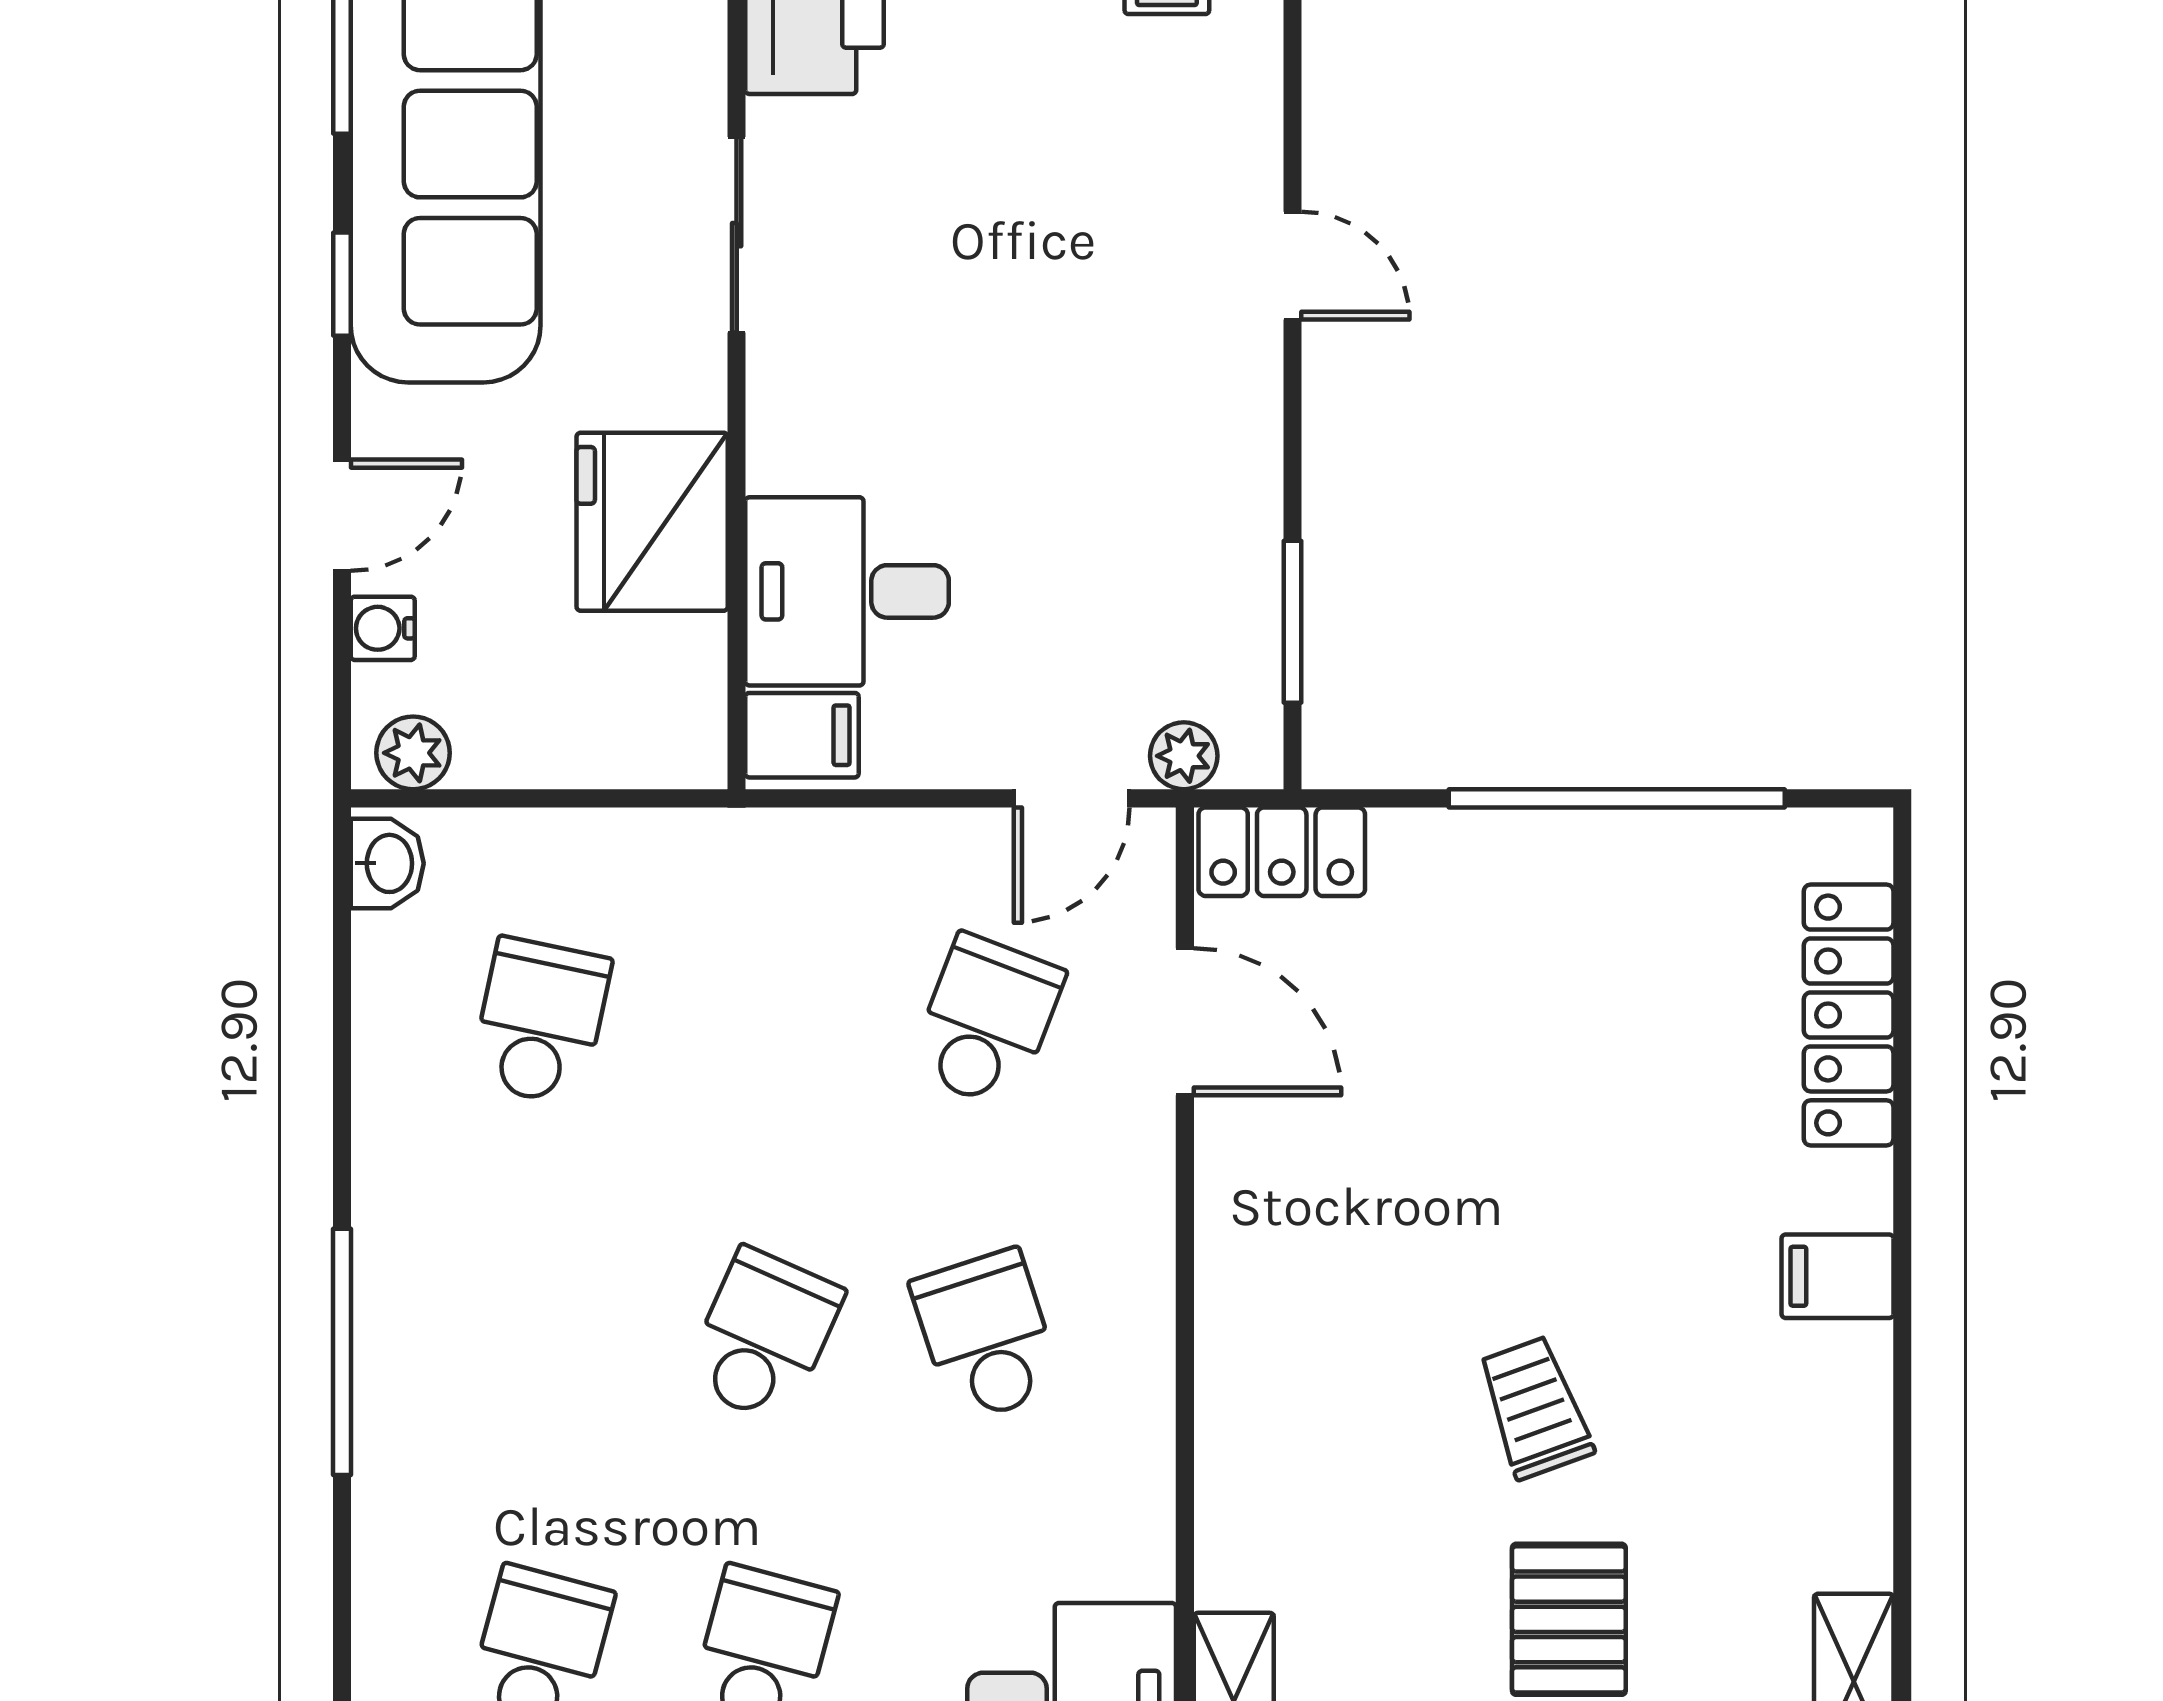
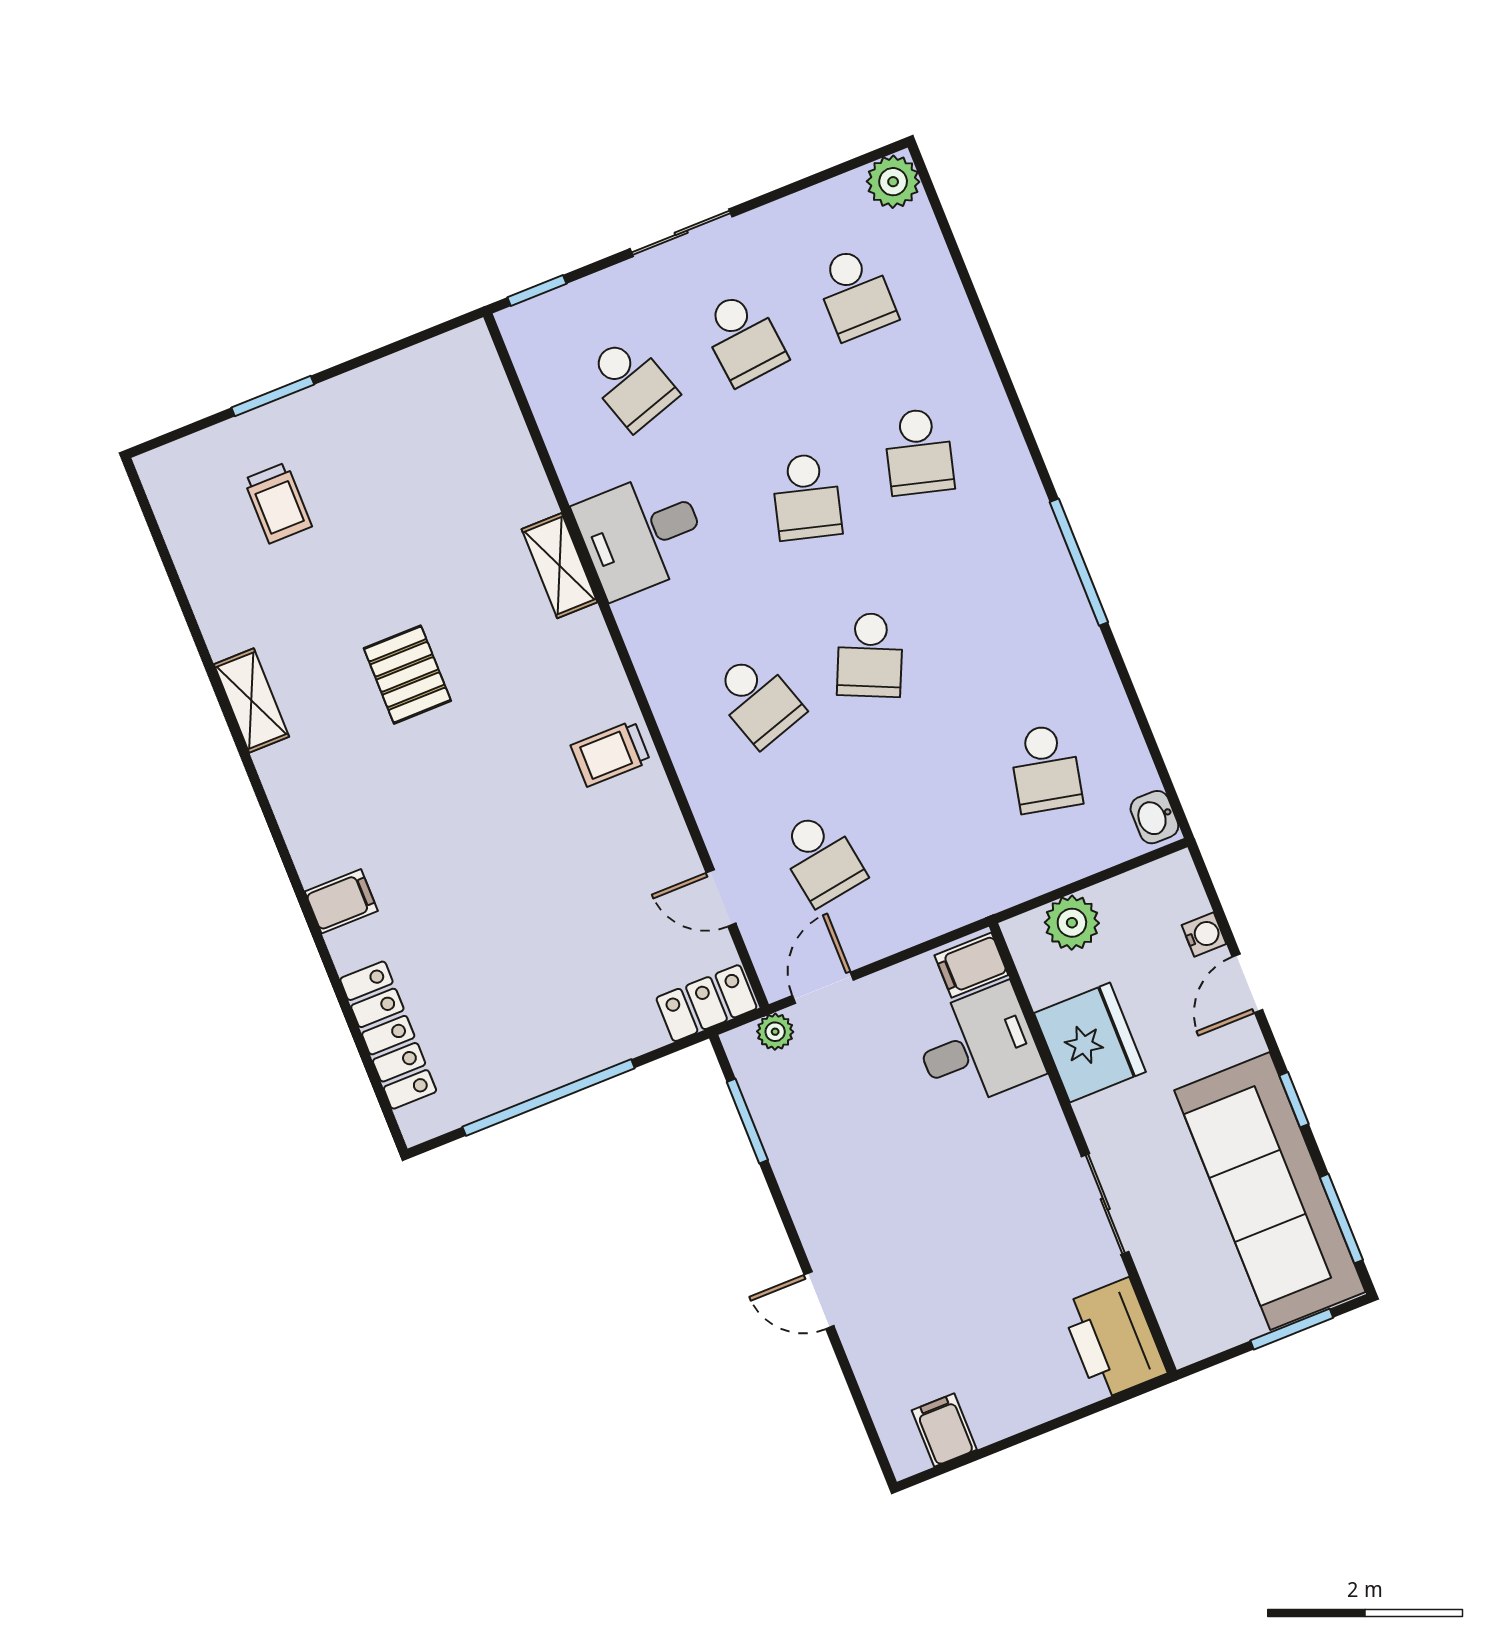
plant: (413, 753) -> (1072, 923), moved, width x1.38, depth x1.38
school desk: (986, 1021) -> (821, 858), turned -30
door: (1185, 1022) -> (721, 898), width x0.73
trolley: (1535, 1408) -> (611, 753), moved, turned 110

